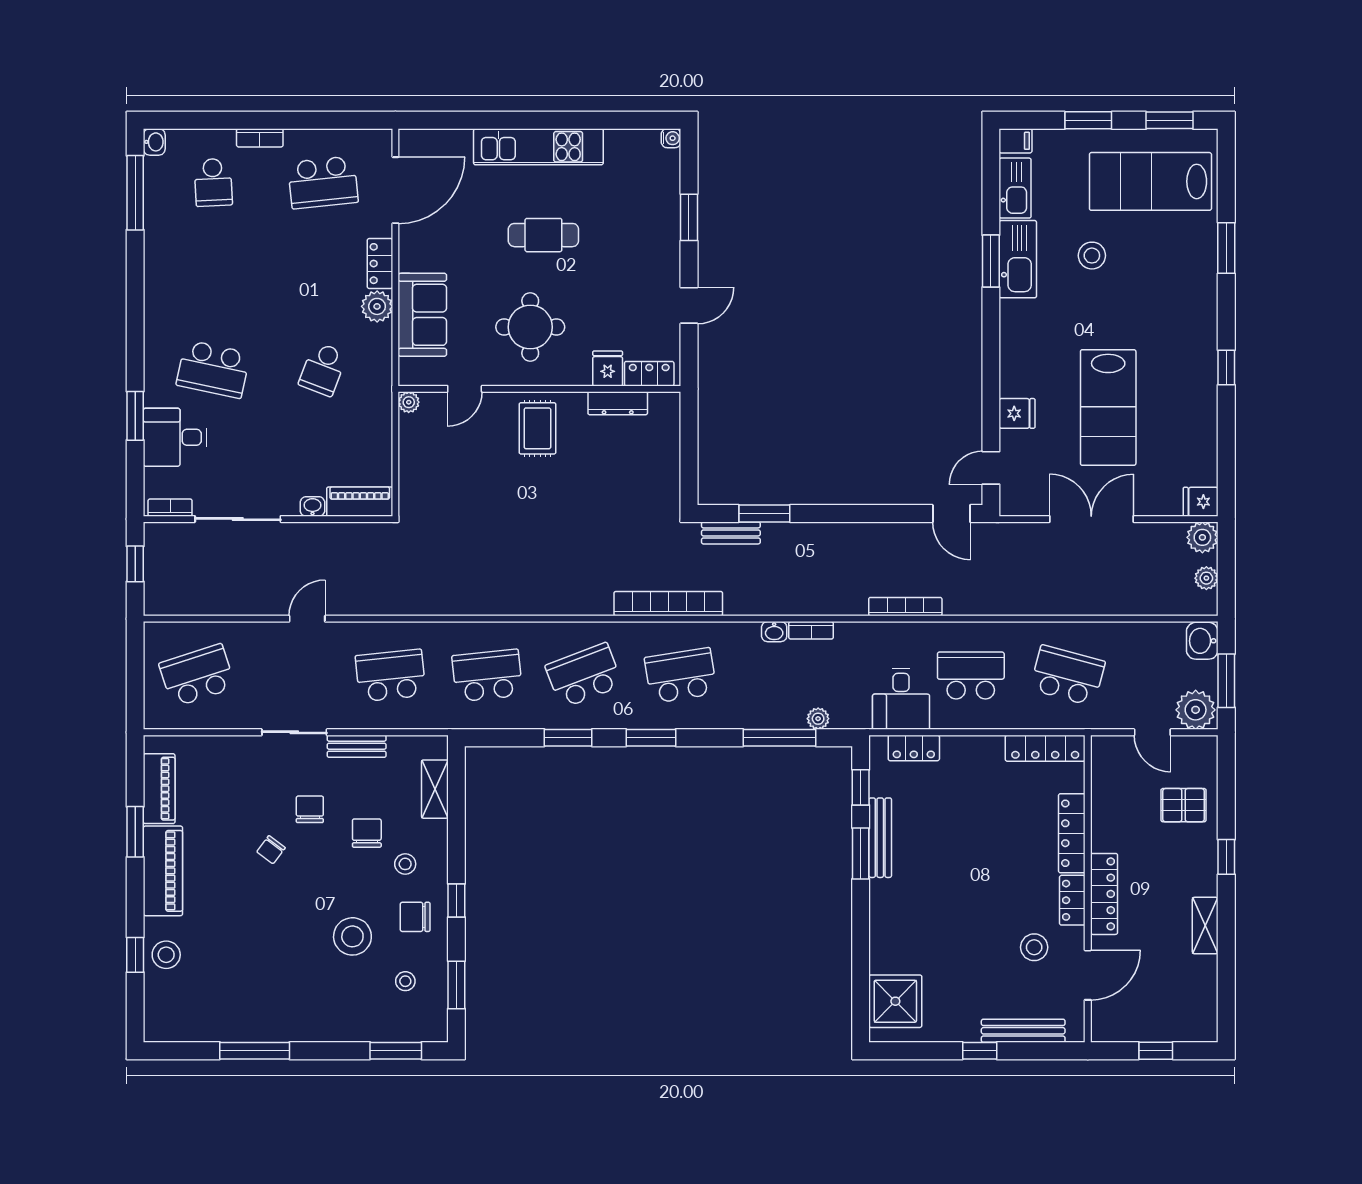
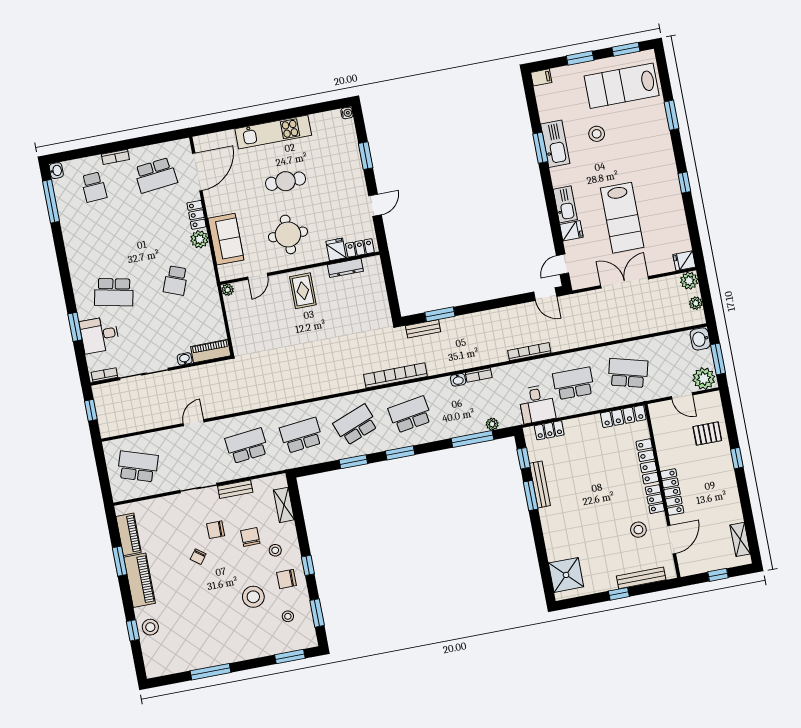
kitchen sink: (1015, 188) -> (565, 204), moved
school desk: (197, 675) -> (138, 466), turned 36
chair: (310, 809) -> (216, 530), turned -90
shelving: (1205, 926) -> (740, 539), moved

